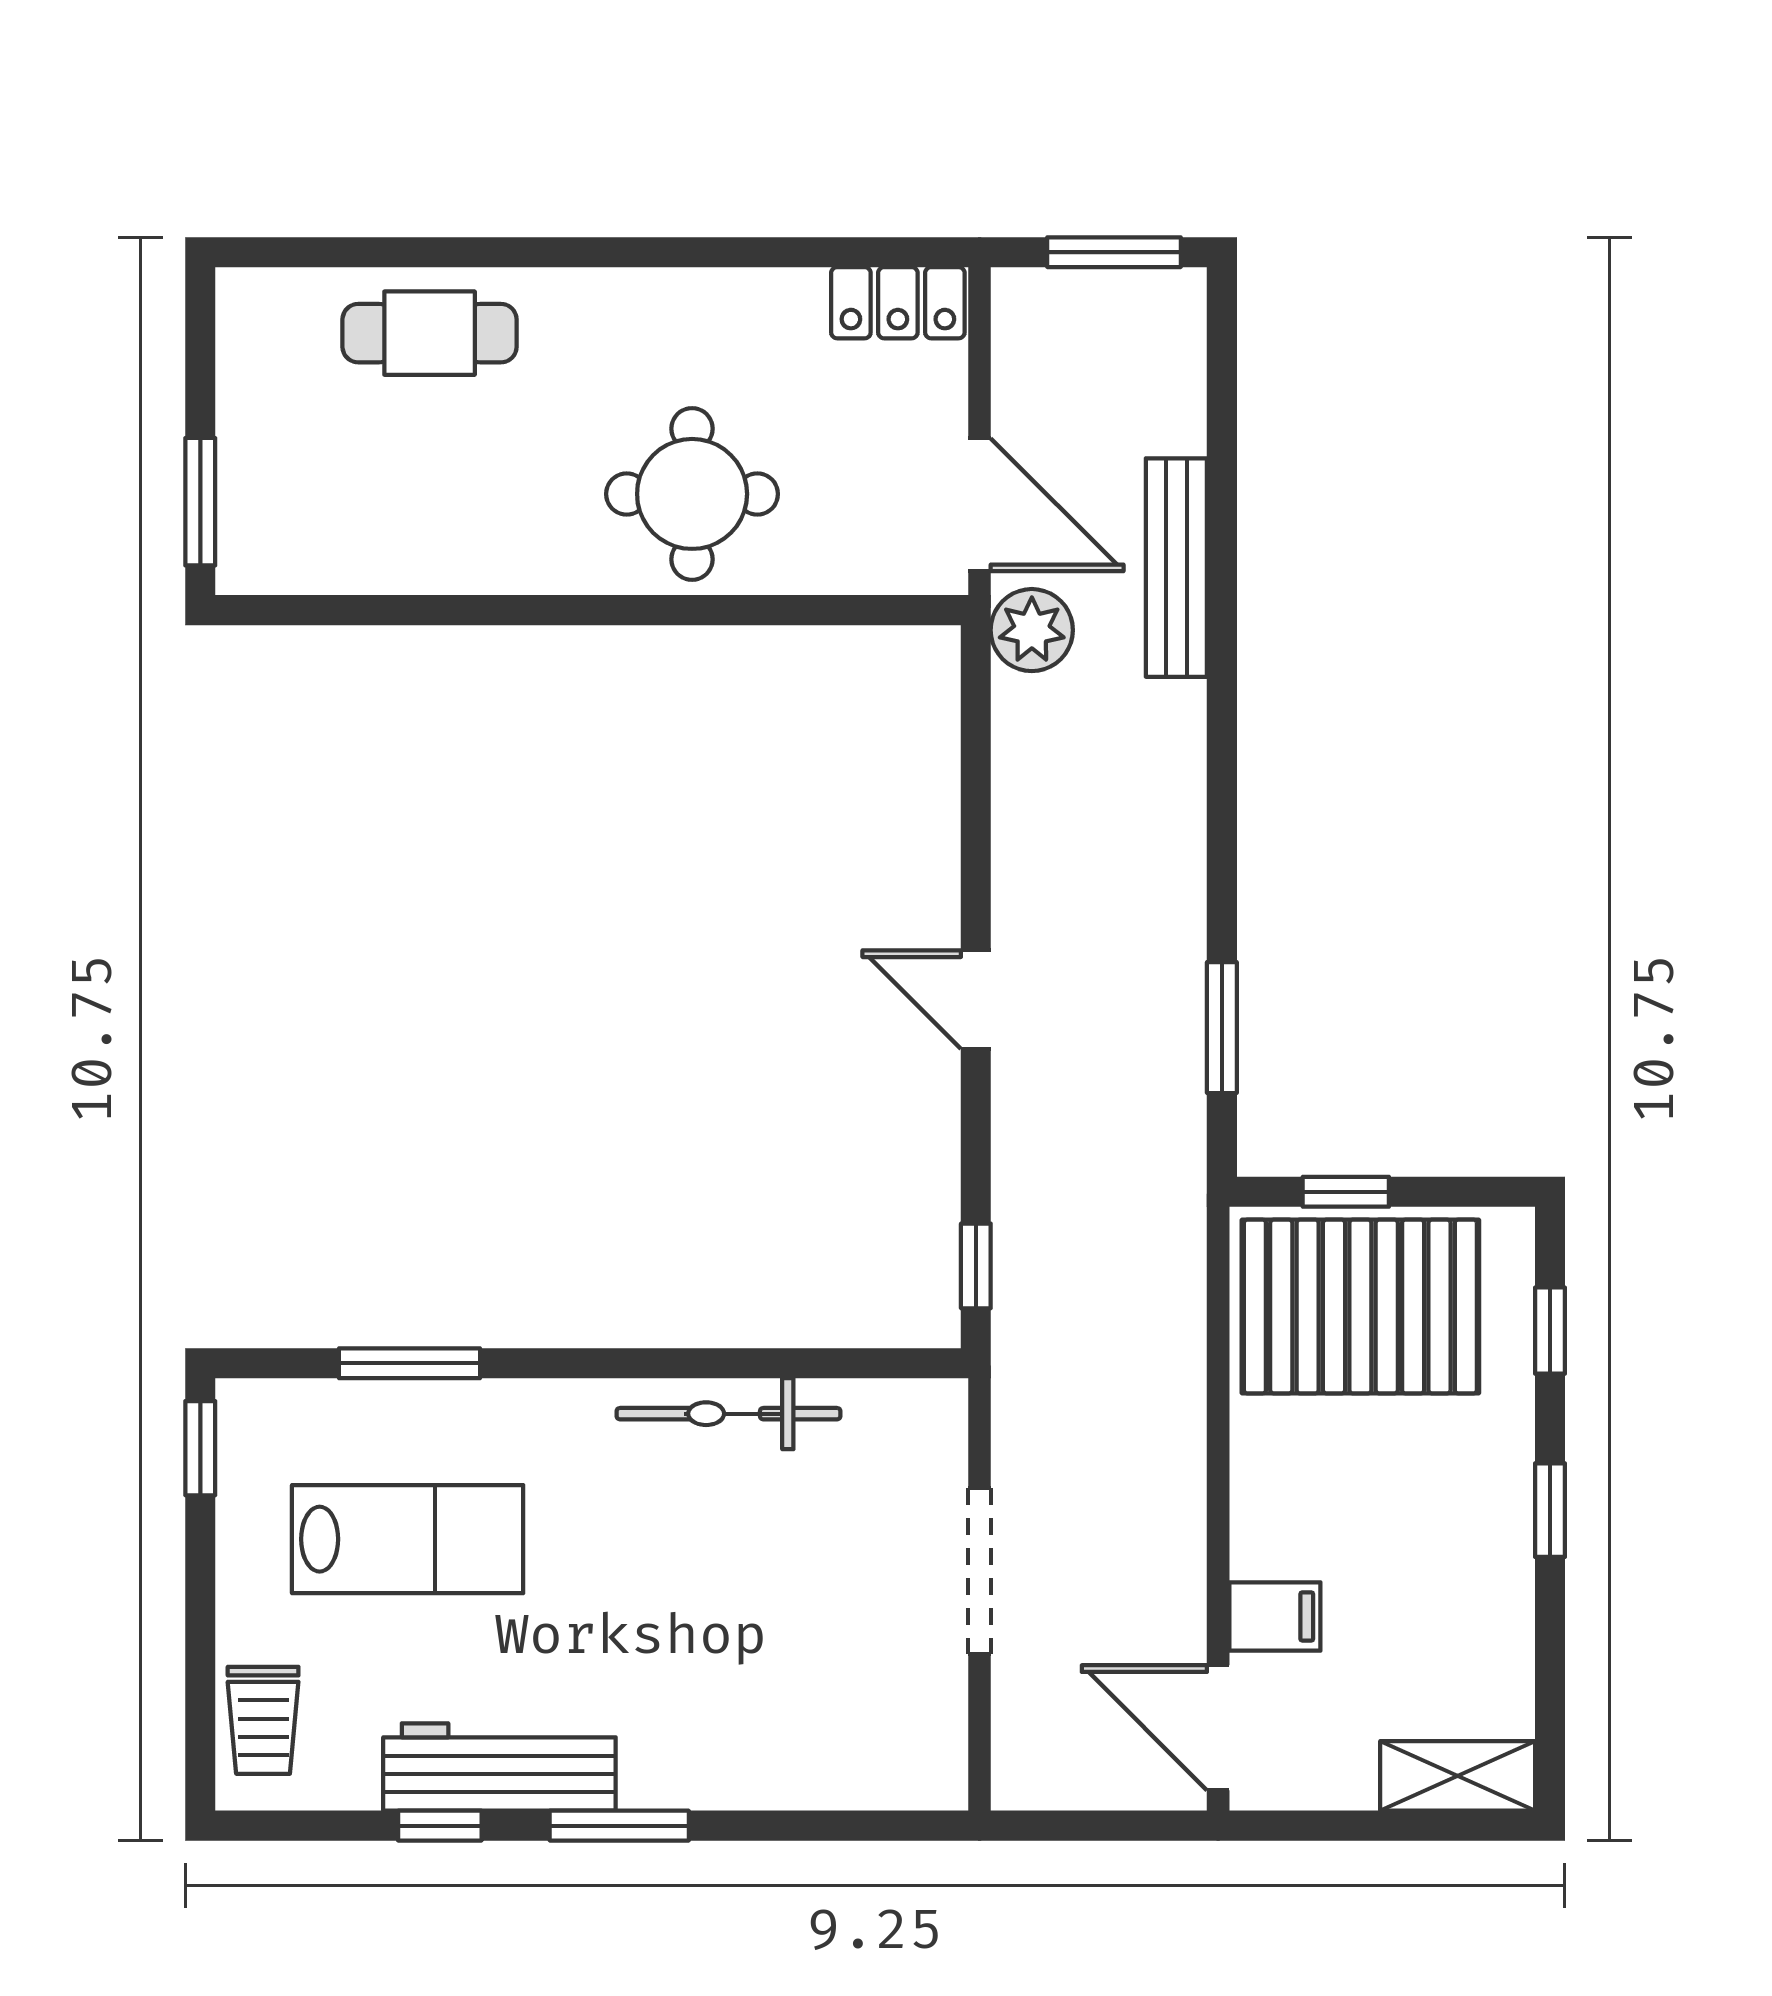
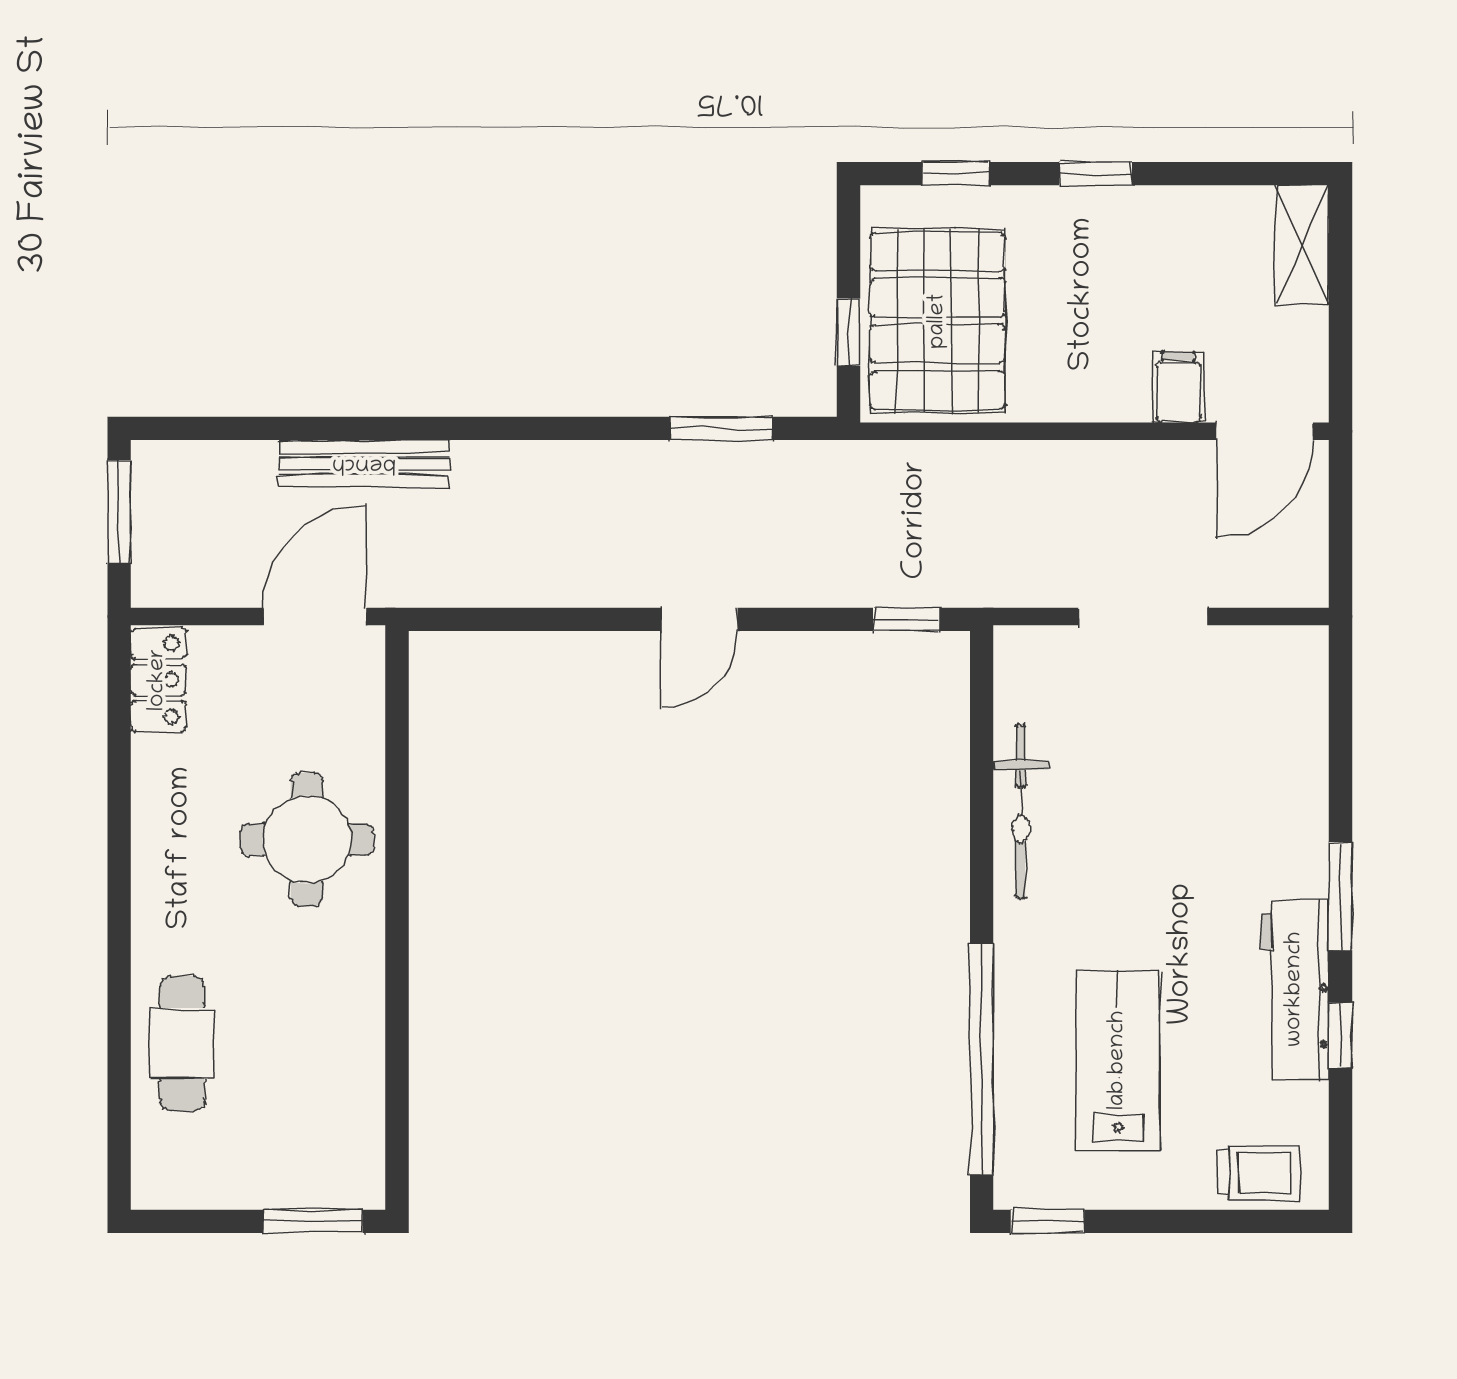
plant: (1032, 630) -> (412, 576), removed
window: (409, 1363) -> (982, 1059), width x2.11

